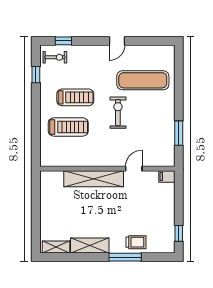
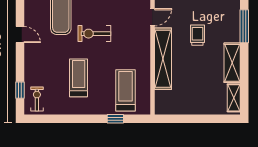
window: (36, 75) -> (115, 119), moved
treadmill: (68, 127) -> (126, 90), moved
door: (134, 169) -> (152, 17), swing flipped
trolley: (136, 242) -> (197, 35), moved

